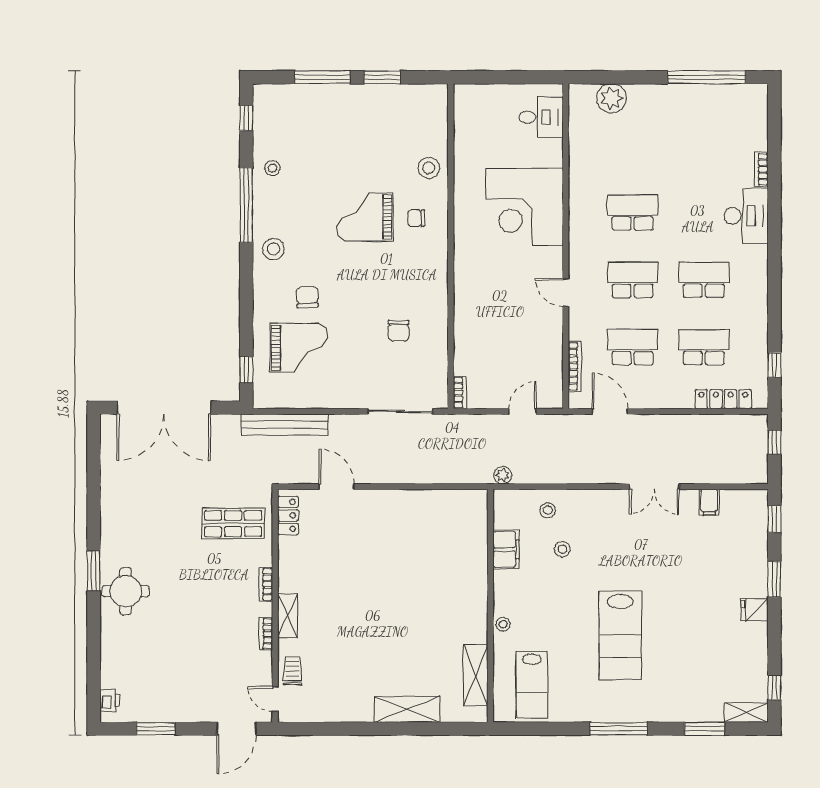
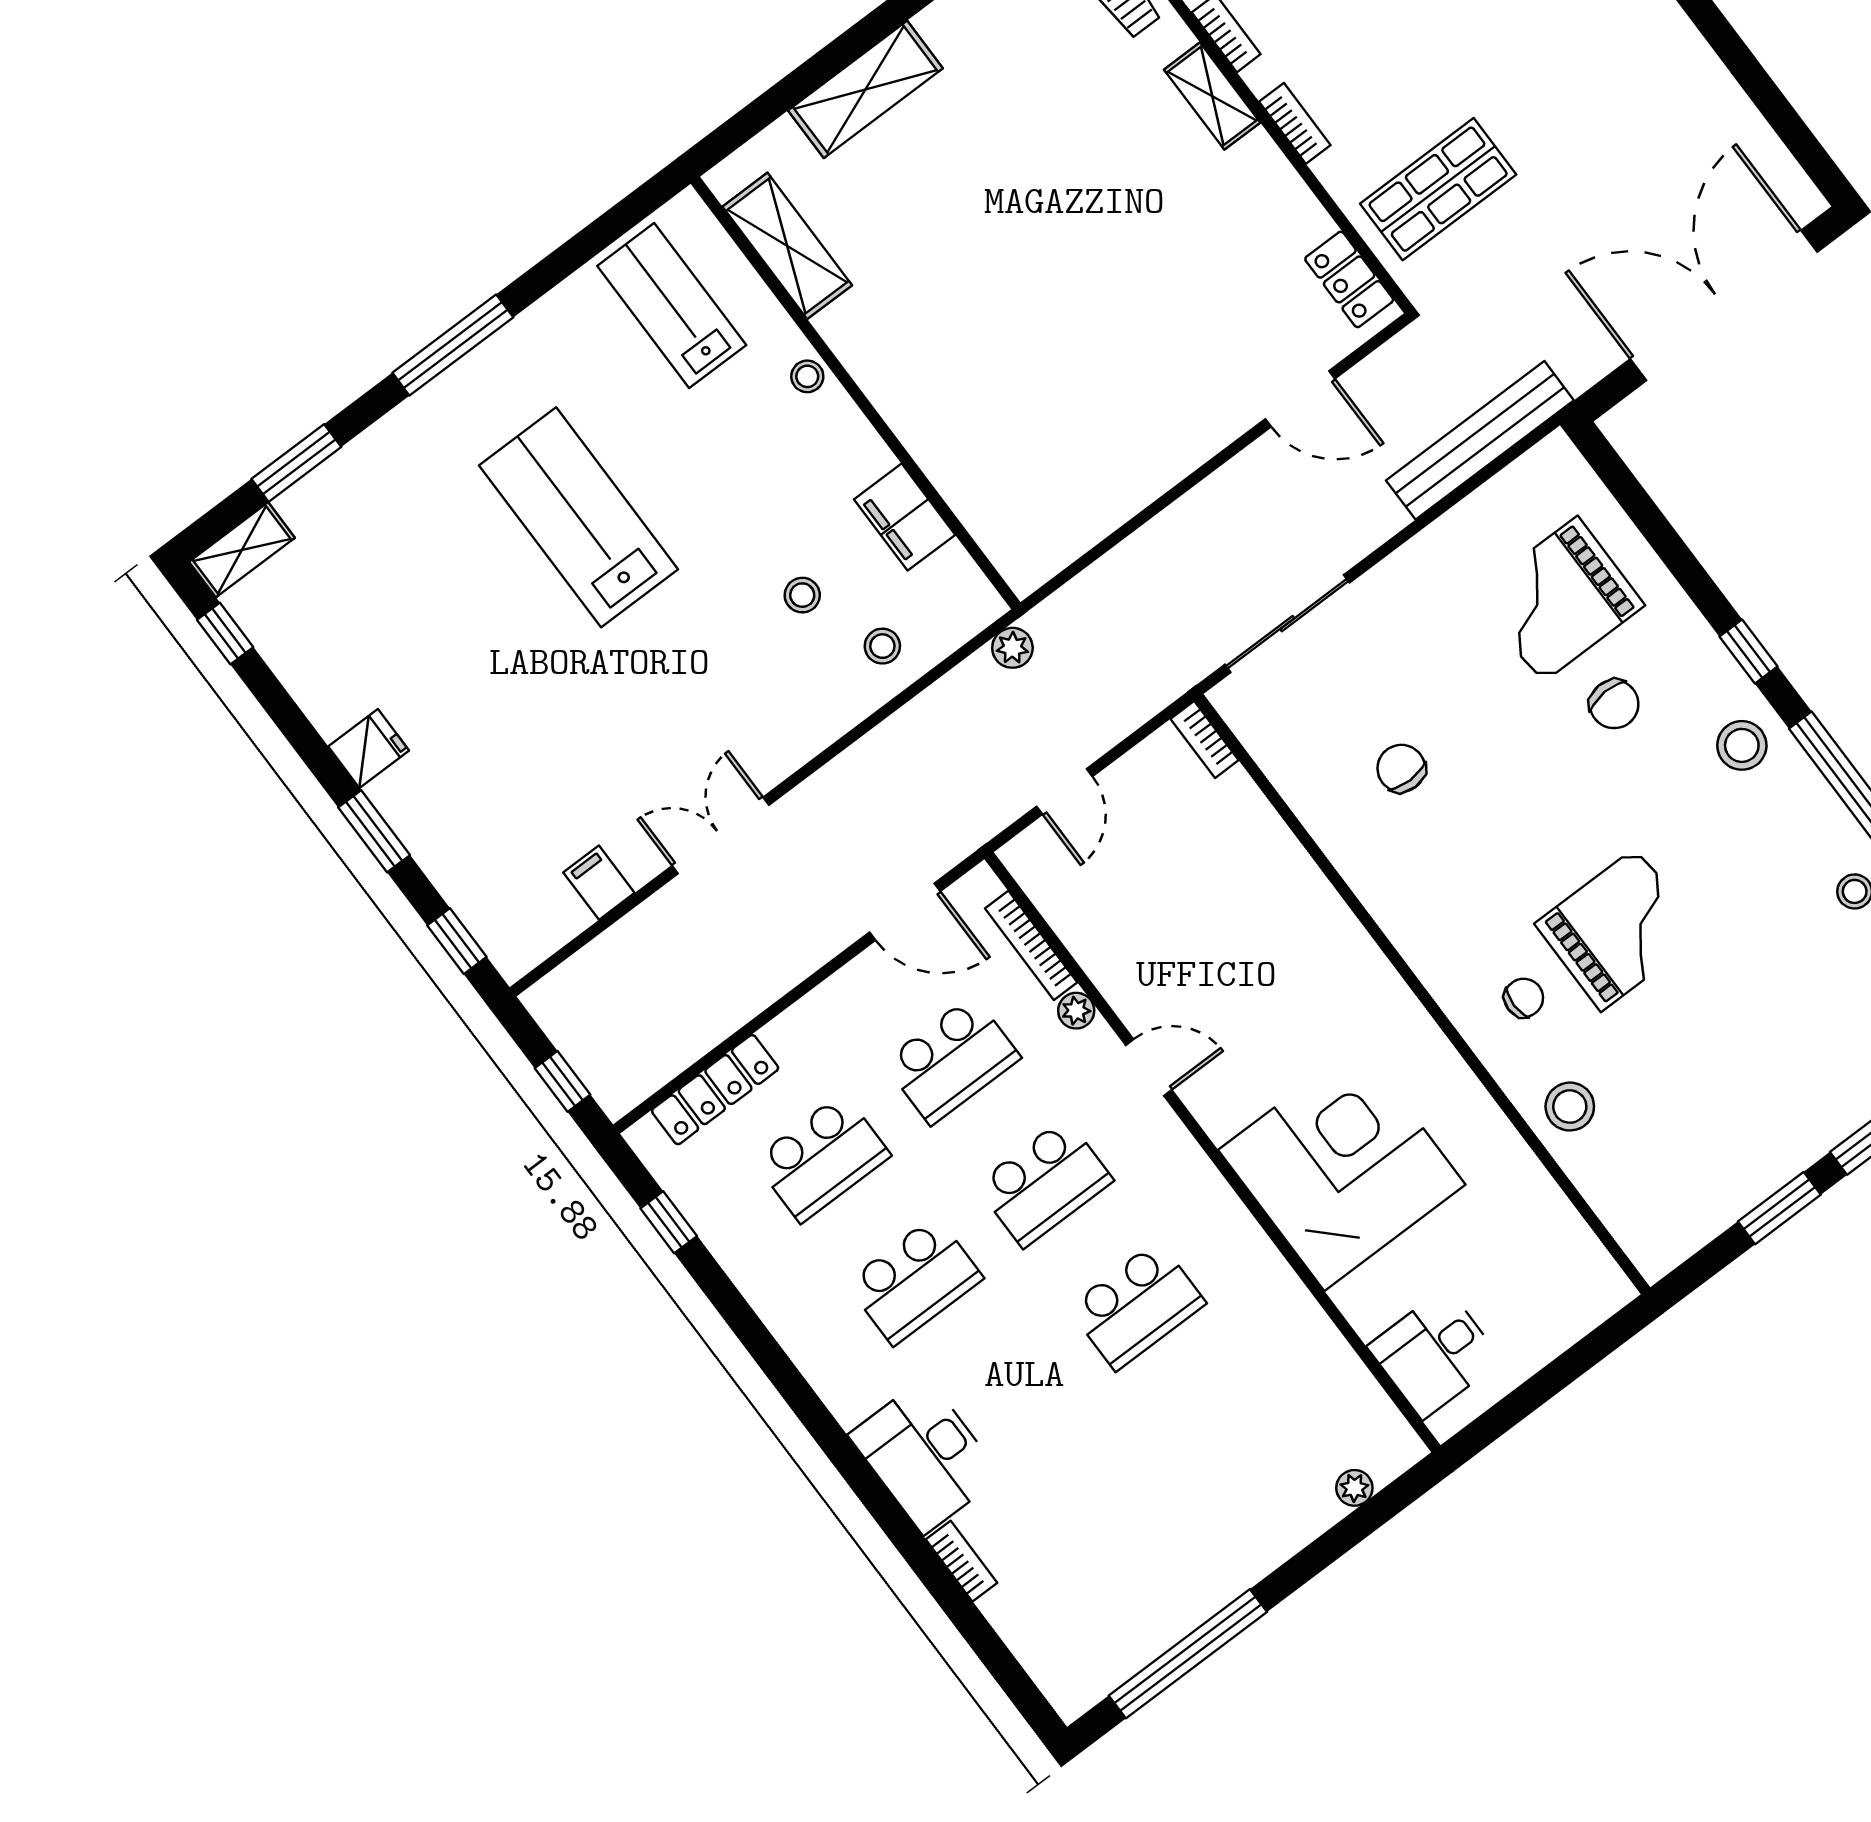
plant: (611, 98) -> (1354, 1488), width x0.53, depth x0.53
plant: (576, 332) -> (1076, 1011), added
window: (246, 370) -> (1749, 651), moved

